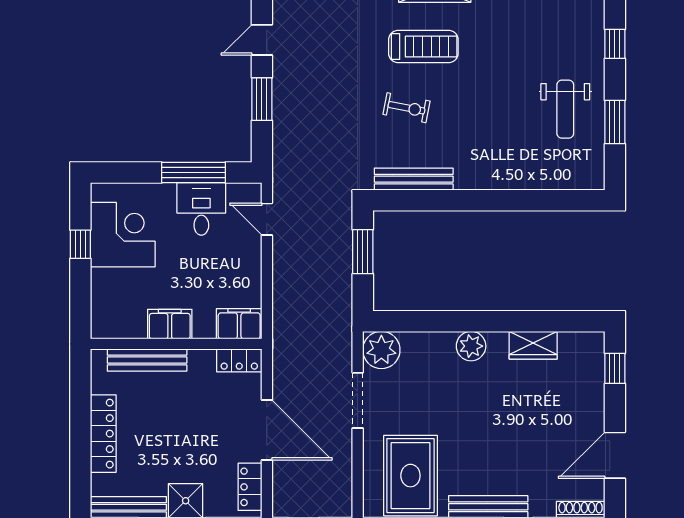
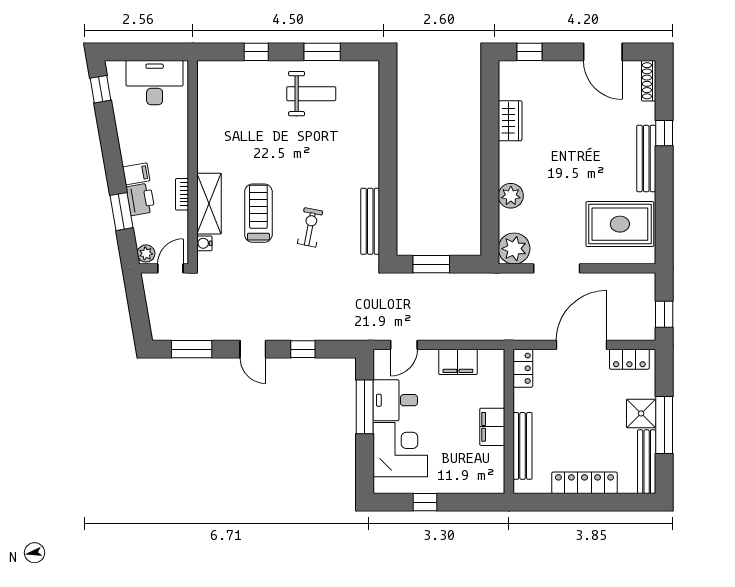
window: (262, 99) -> (303, 349), width x0.67
corner desk: (123, 235) -> (400, 450), moved, turned 90
filing cabinet: (239, 324) -> (458, 362), moved, turned -90
plant: (471, 346) -> (511, 196), moved

